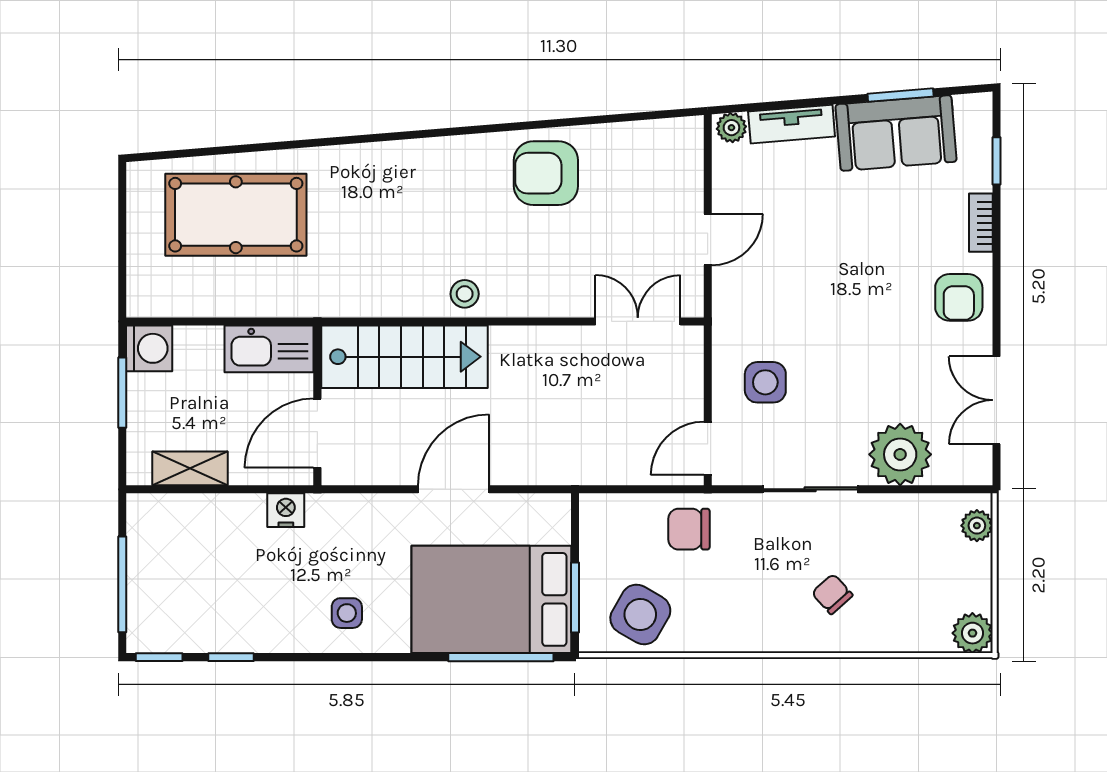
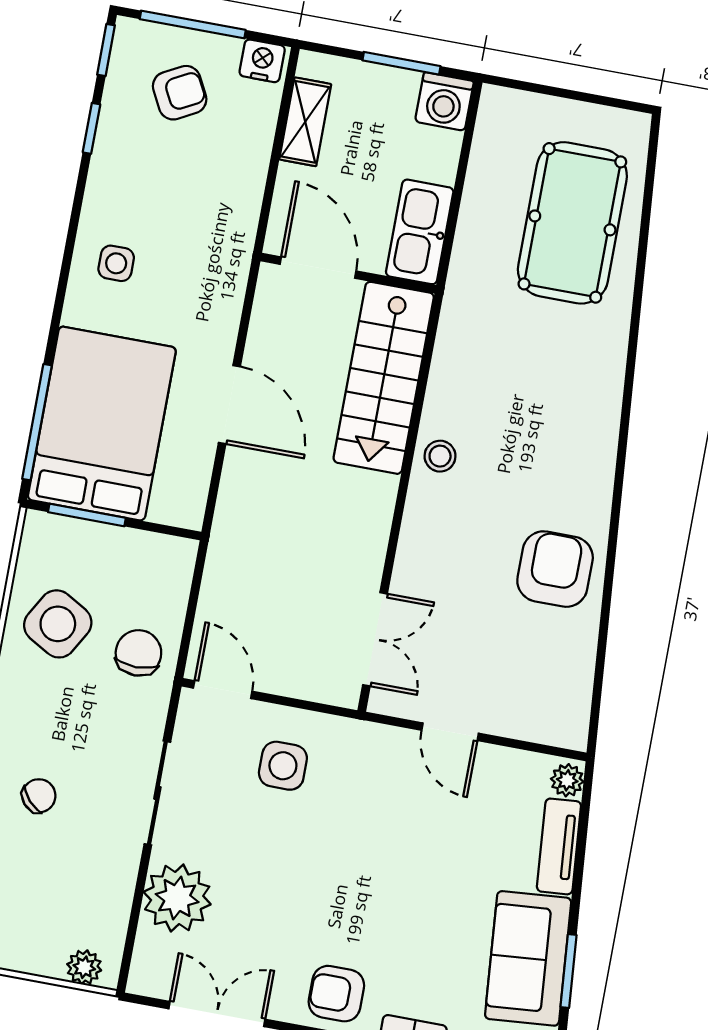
nightstand: (286, 510) -> (262, 61), moved, turned -90
armchair: (185, 585) -> (180, 93), added
side table: (640, 614) -> (58, 624), moved

